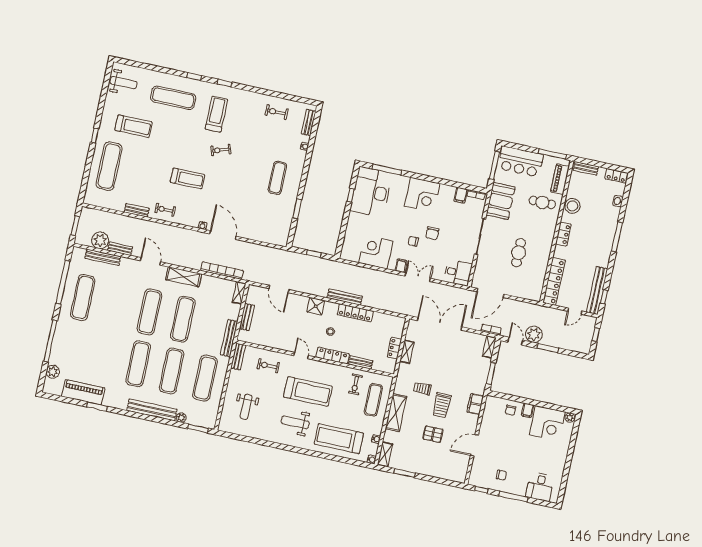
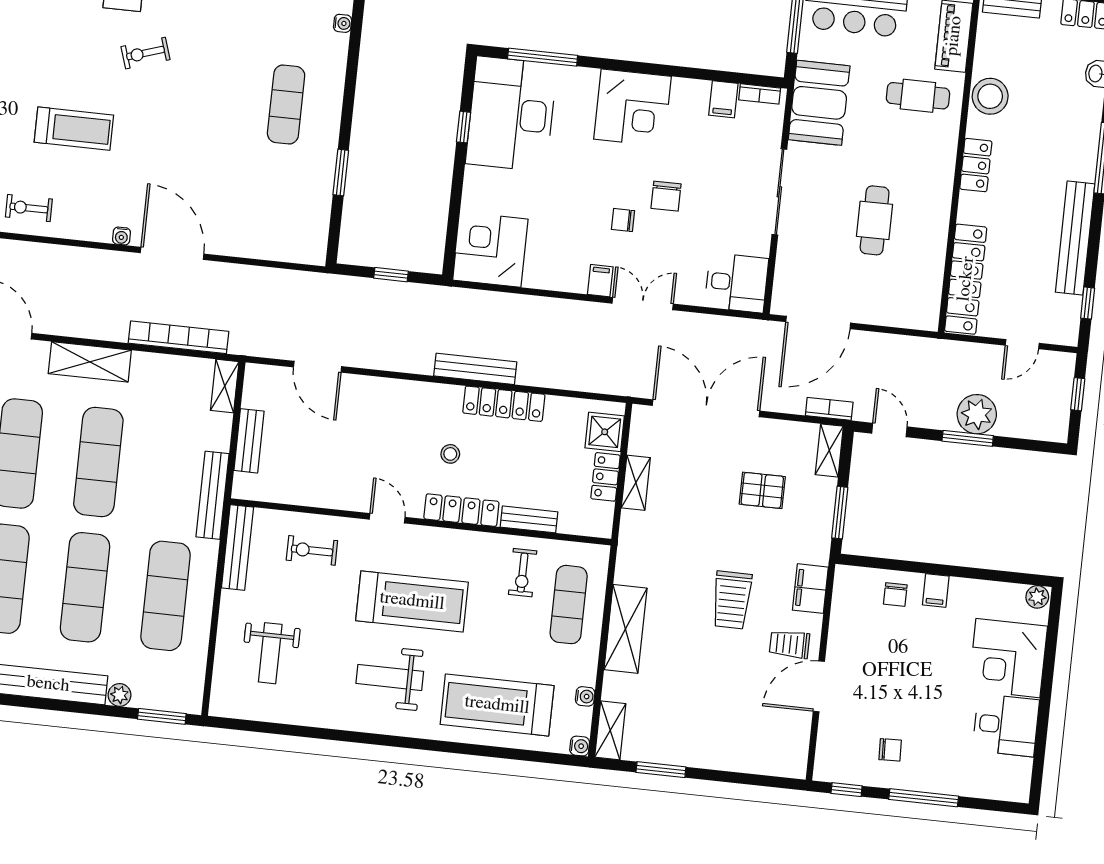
corner desk: (376, 252) -> (490, 250), moved
bench: (597, 290) -> (1075, 238), moved
shower: (316, 306) -> (605, 432), moved
plant: (534, 334) -> (977, 414), moved
bench: (238, 357) -> (237, 548), width x1.36
trolley: (422, 388) -> (789, 644), moved
corner desk: (547, 423) -> (1008, 658), moved, turned 90
pallet: (433, 434) -> (762, 490), moved
desk: (540, 487) -> (1006, 725), moved, turned -90

